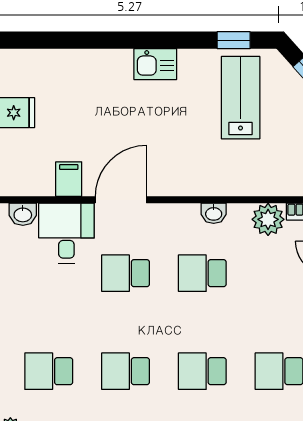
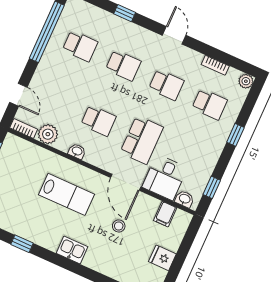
lab bench: (241, 98) -> (67, 194), moved, turned -90
stool: (102, 131) -> (119, 226), added
filing cabinet: (69, 179) -> (165, 214), moved
door: (121, 200) -> (126, 182), hinge flipped
school desk: (126, 273) -> (142, 140), width x1.85

